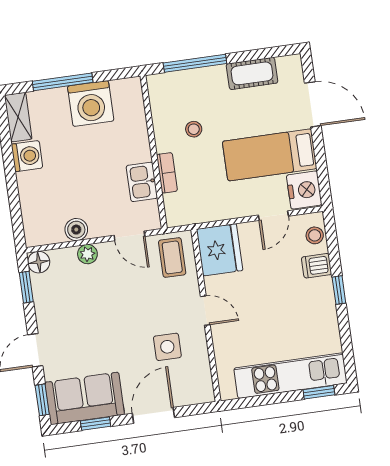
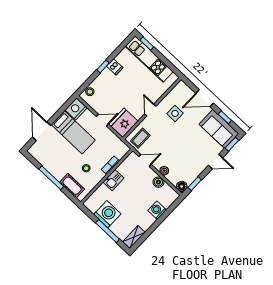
window: (195, 63) -> (51, 178), moved
cot: (252, 73) -> (72, 186), moved
washing machine: (27, 156) -> (157, 210), moved
kitchen sink: (142, 182) -> (113, 180), moved
door: (273, 216) -> (102, 120), moved
door: (129, 236) -> (145, 160), hinge flipped
dishwasher: (317, 266) -> (115, 67), moved

